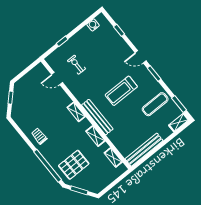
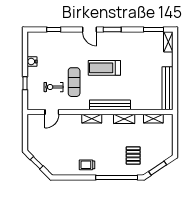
water cooler: (93, 25) -> (32, 62), moved
door: (141, 57) -> (89, 30), hinge flipped
treadmill: (121, 91) -> (104, 68), turned 90
exercise mat: (155, 104) -> (74, 82), moved
pallet: (74, 165) -> (133, 156), width x0.67, depth x0.71

